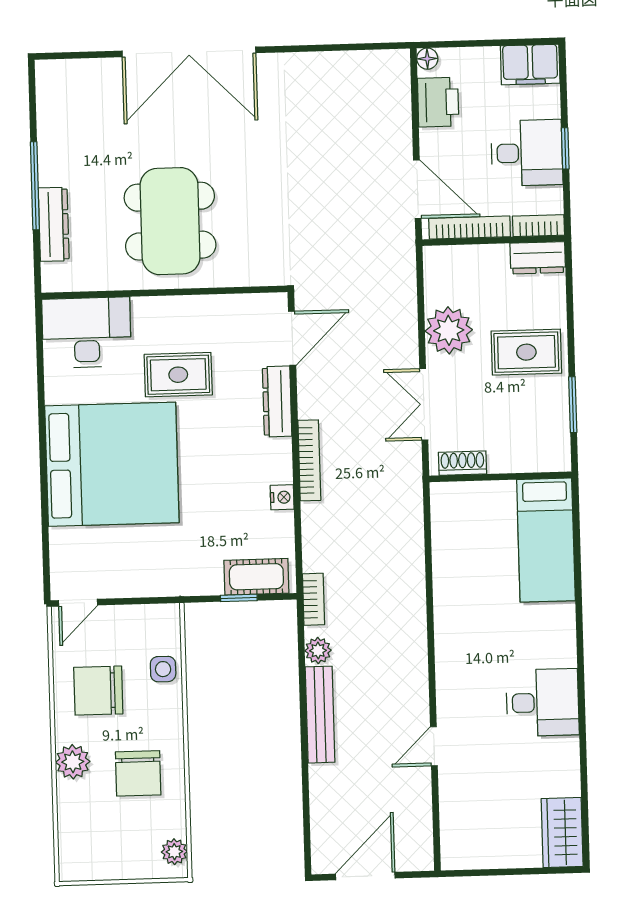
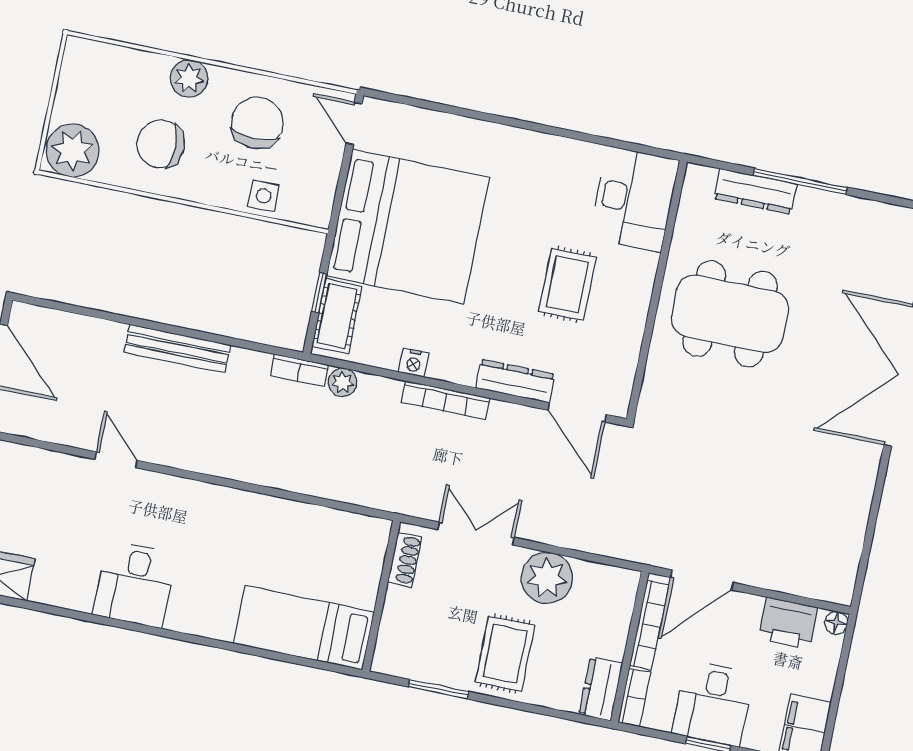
bed: (112, 464) -> (408, 227), moved, turned -90
plant: (318, 651) -> (343, 382), moved
plant: (174, 852) -> (72, 150), width x1.88, depth x1.88

